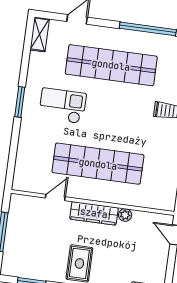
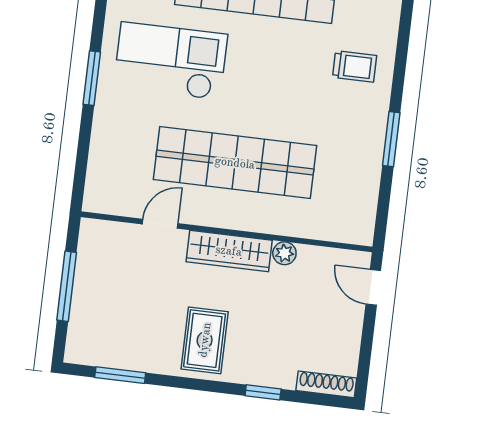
window: (20, 102) -> (92, 78), moved
checkout: (62, 106) -> (171, 61), width x1.36, depth x1.21

